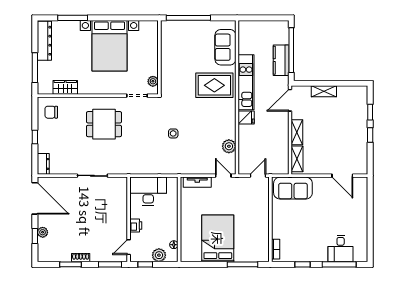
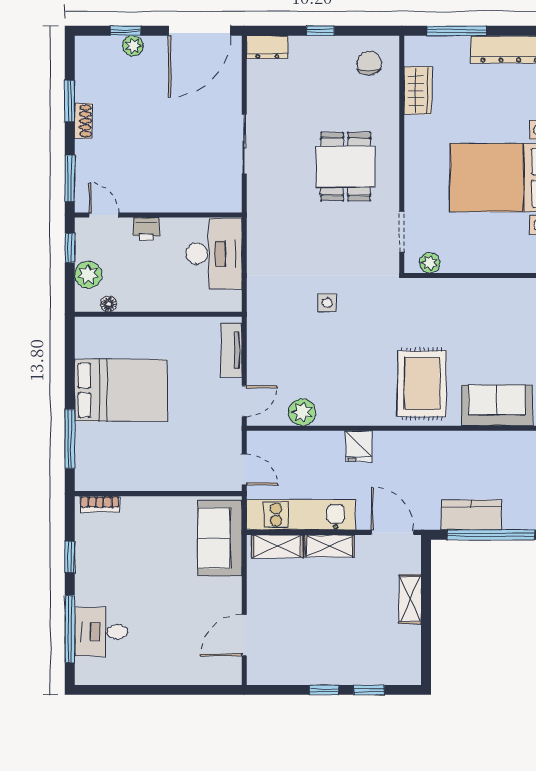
kitchen unit: (246, 82) -> (301, 515), moved, turned 180

